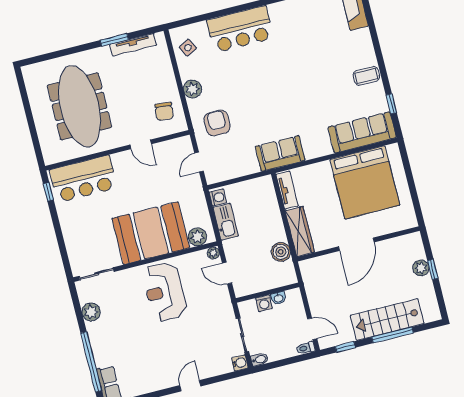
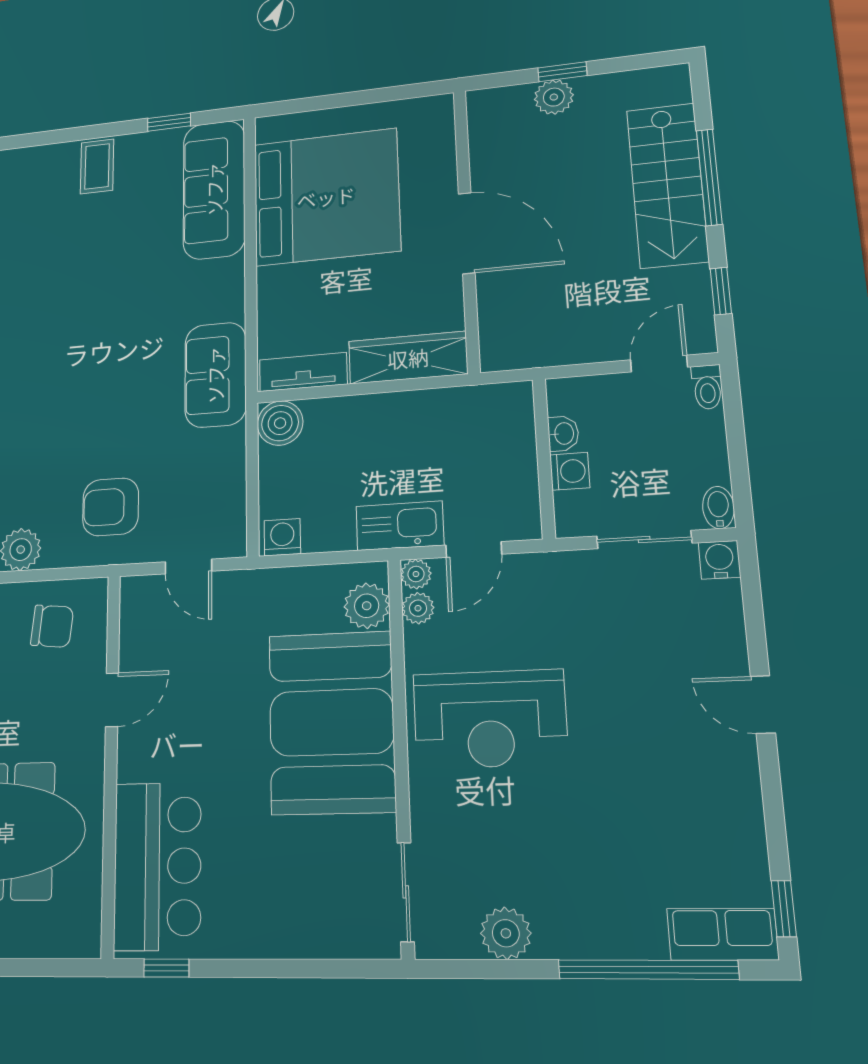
kitchen sink: (226, 222) -> (400, 526), moved
boiler: (281, 252) -> (280, 423), moved
plant: (200, 257) -> (418, 608), added

